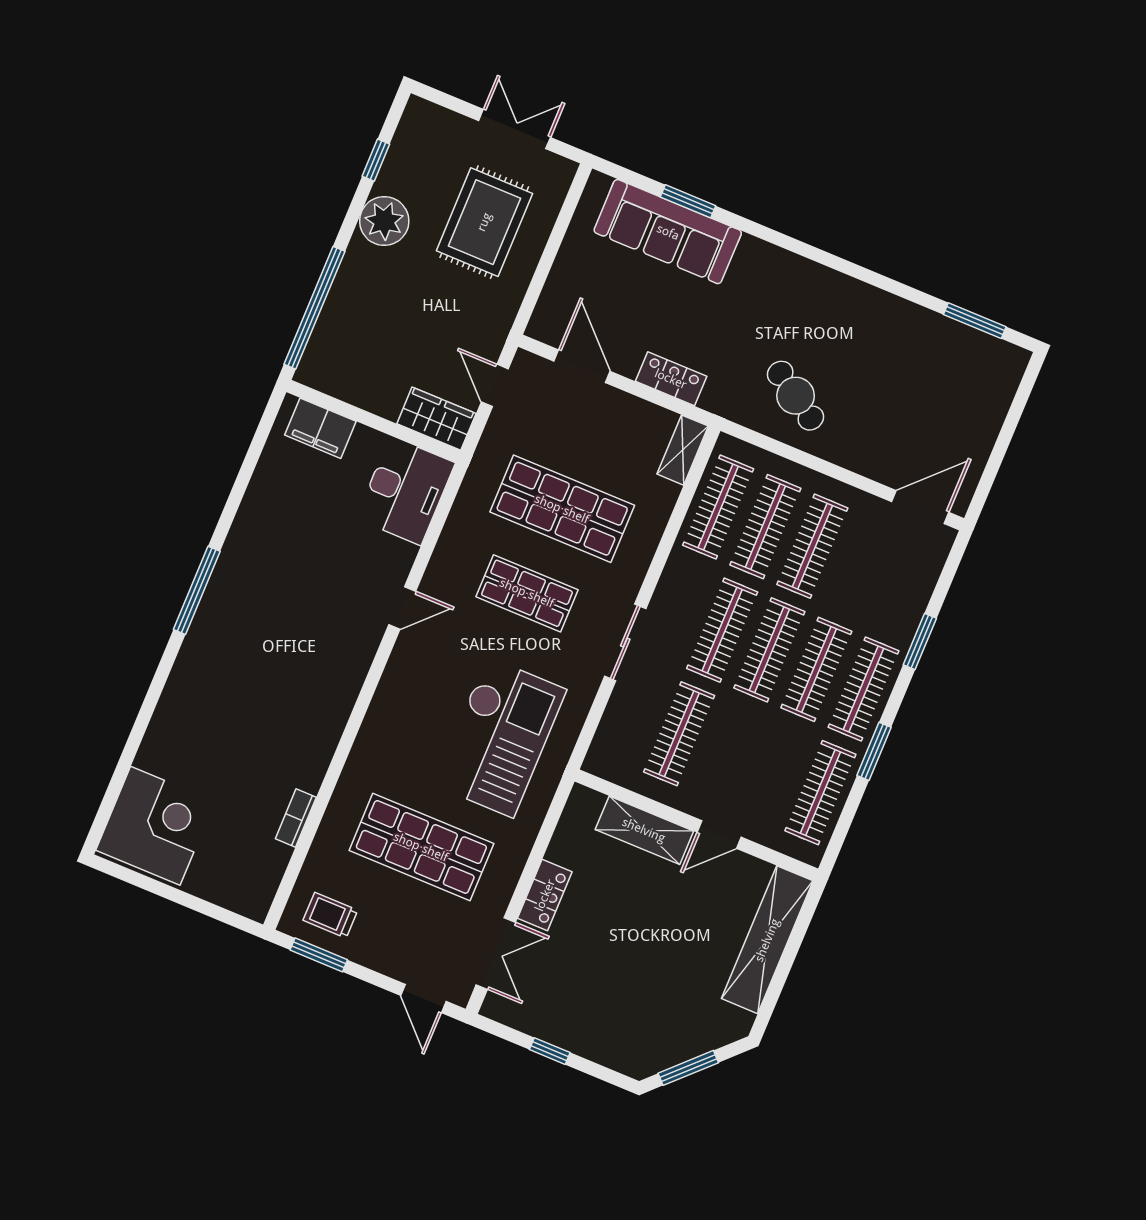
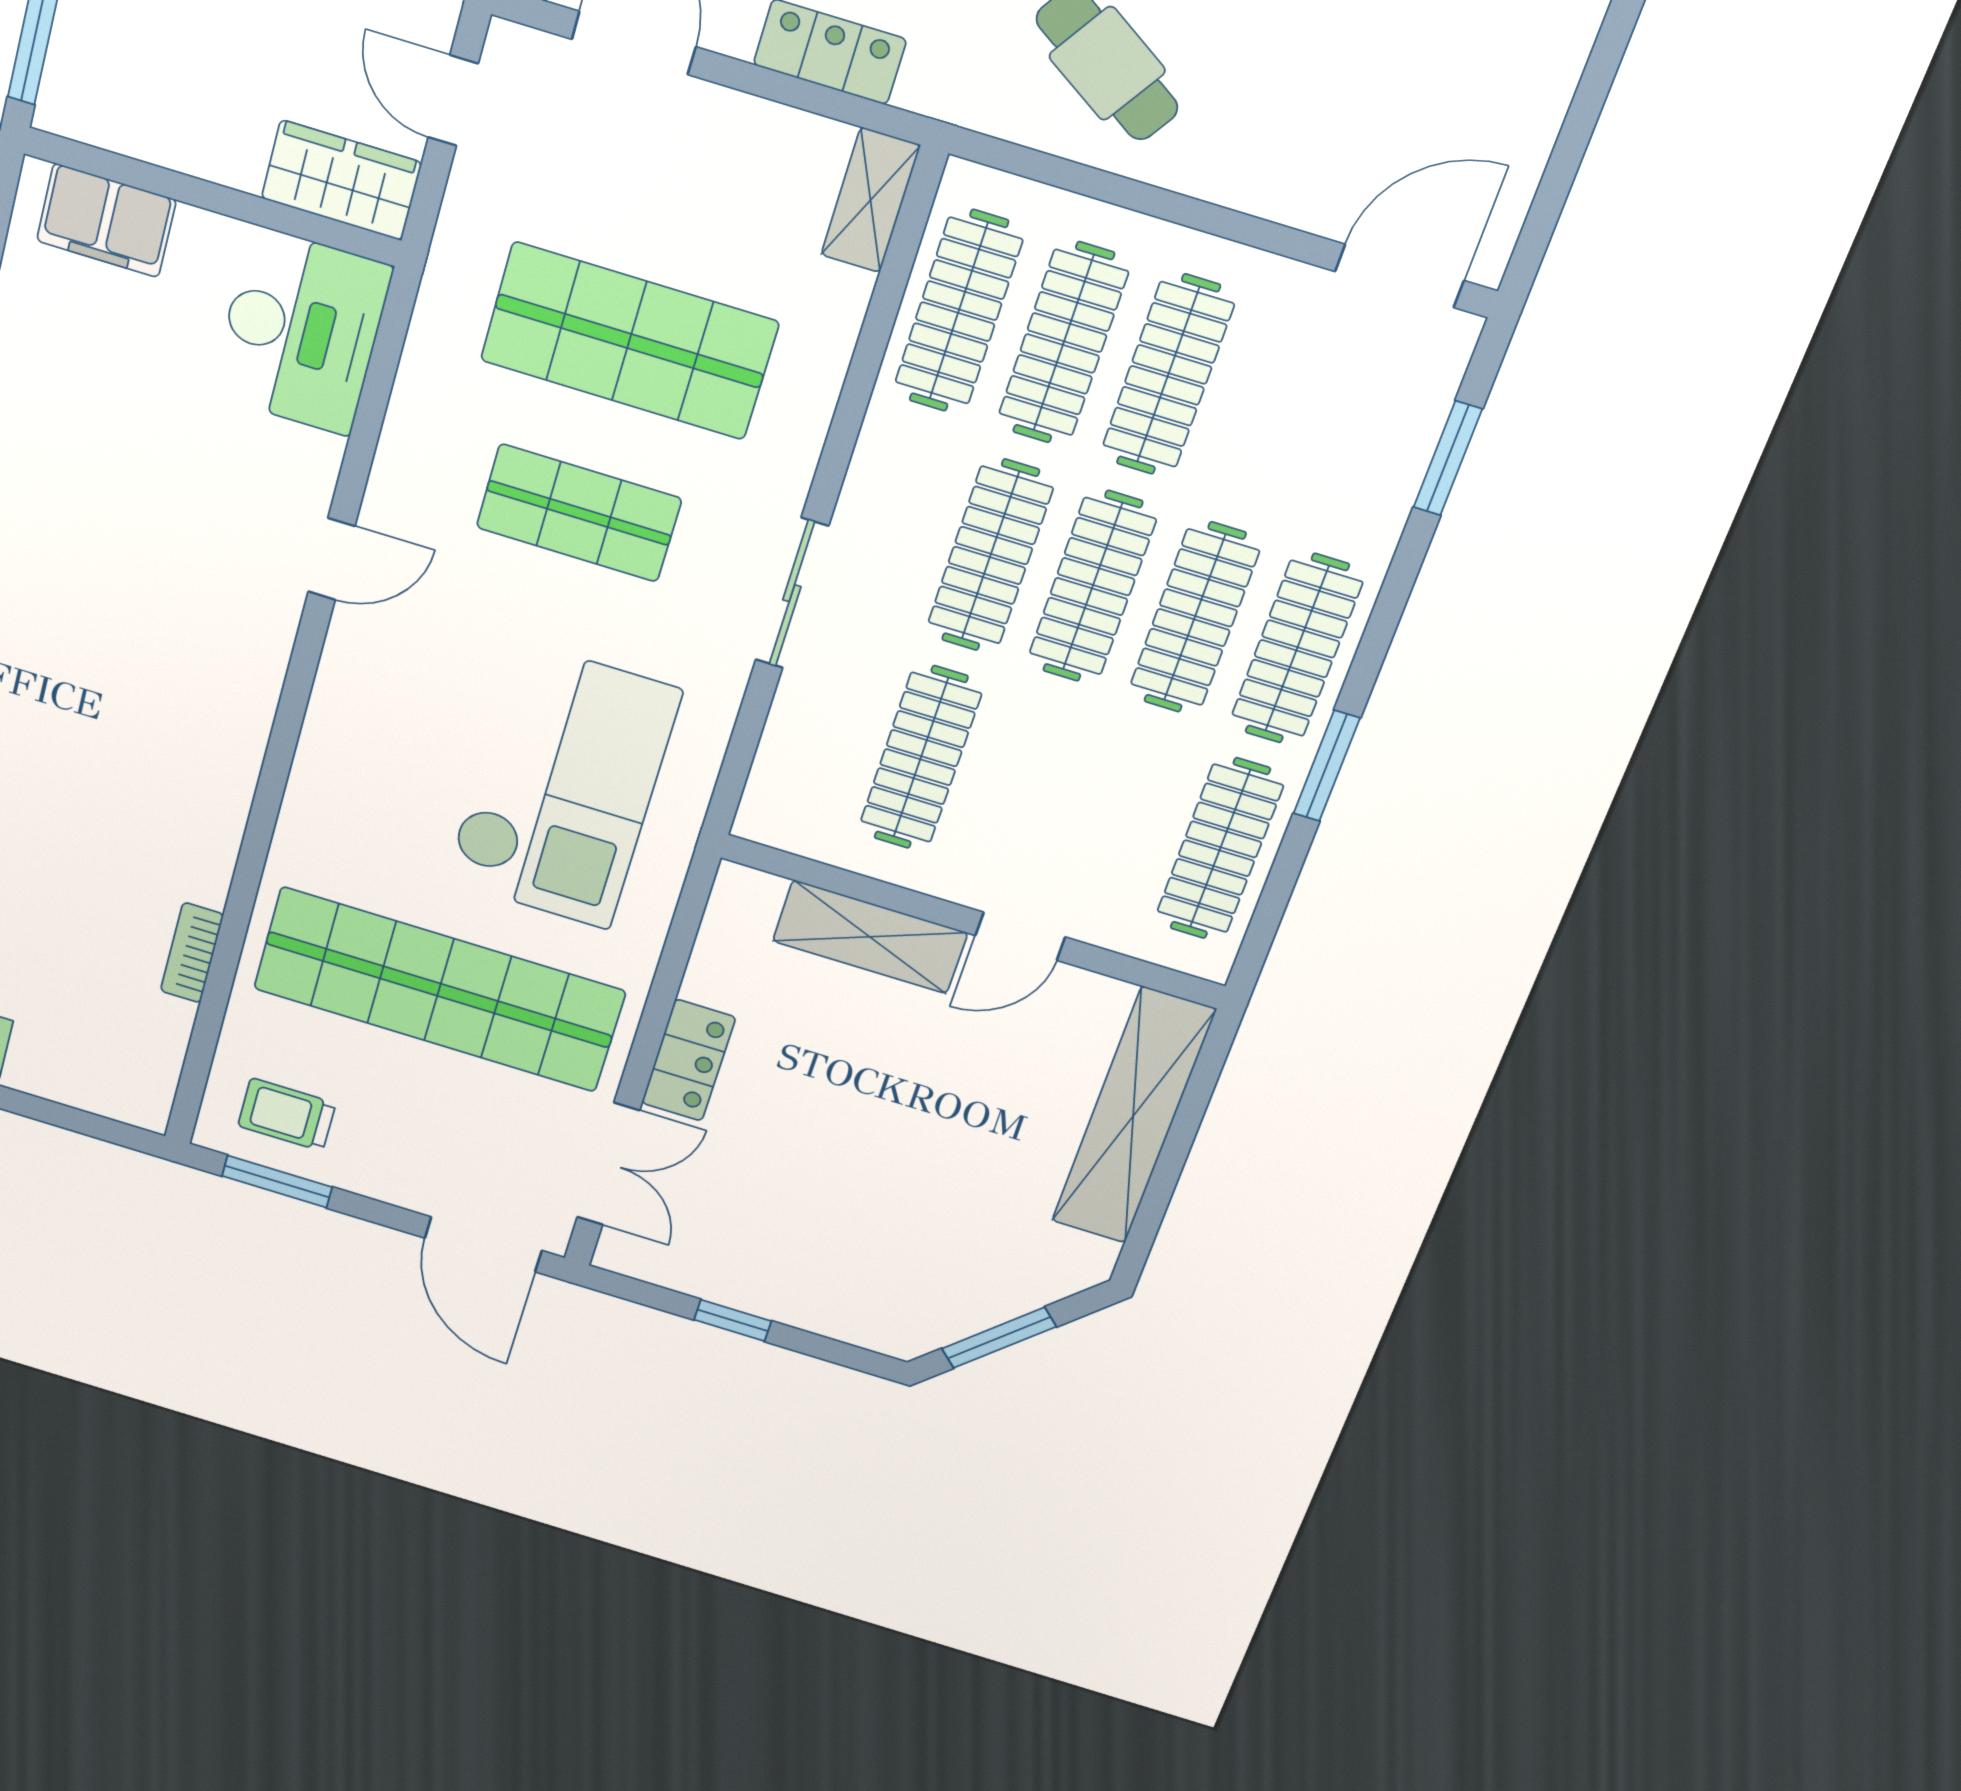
window: (920, 641) -> (1448, 458), moved
shop shelf: (421, 847) -> (439, 990), width x1.40
door: (423, 998) -> (483, 1244), width x1.38

